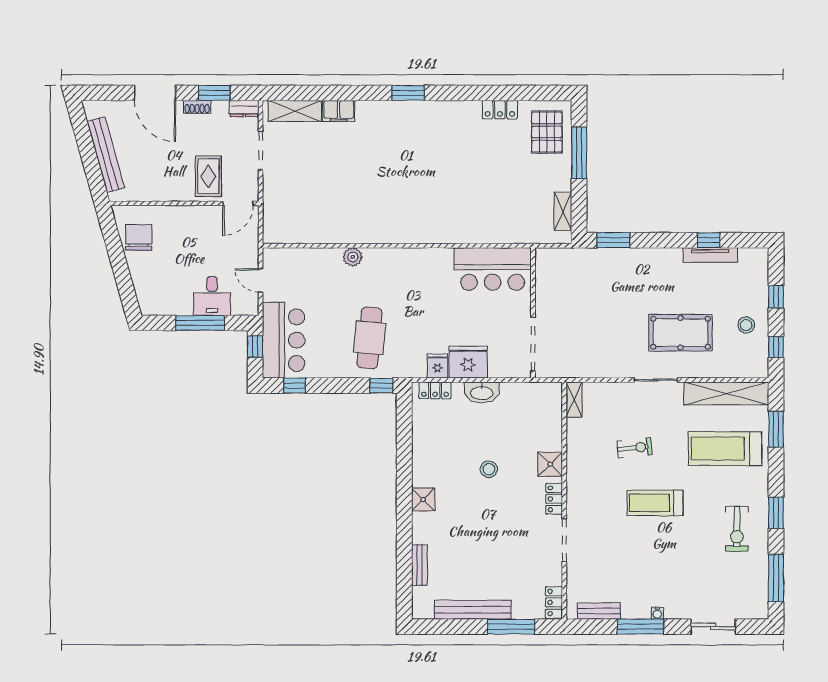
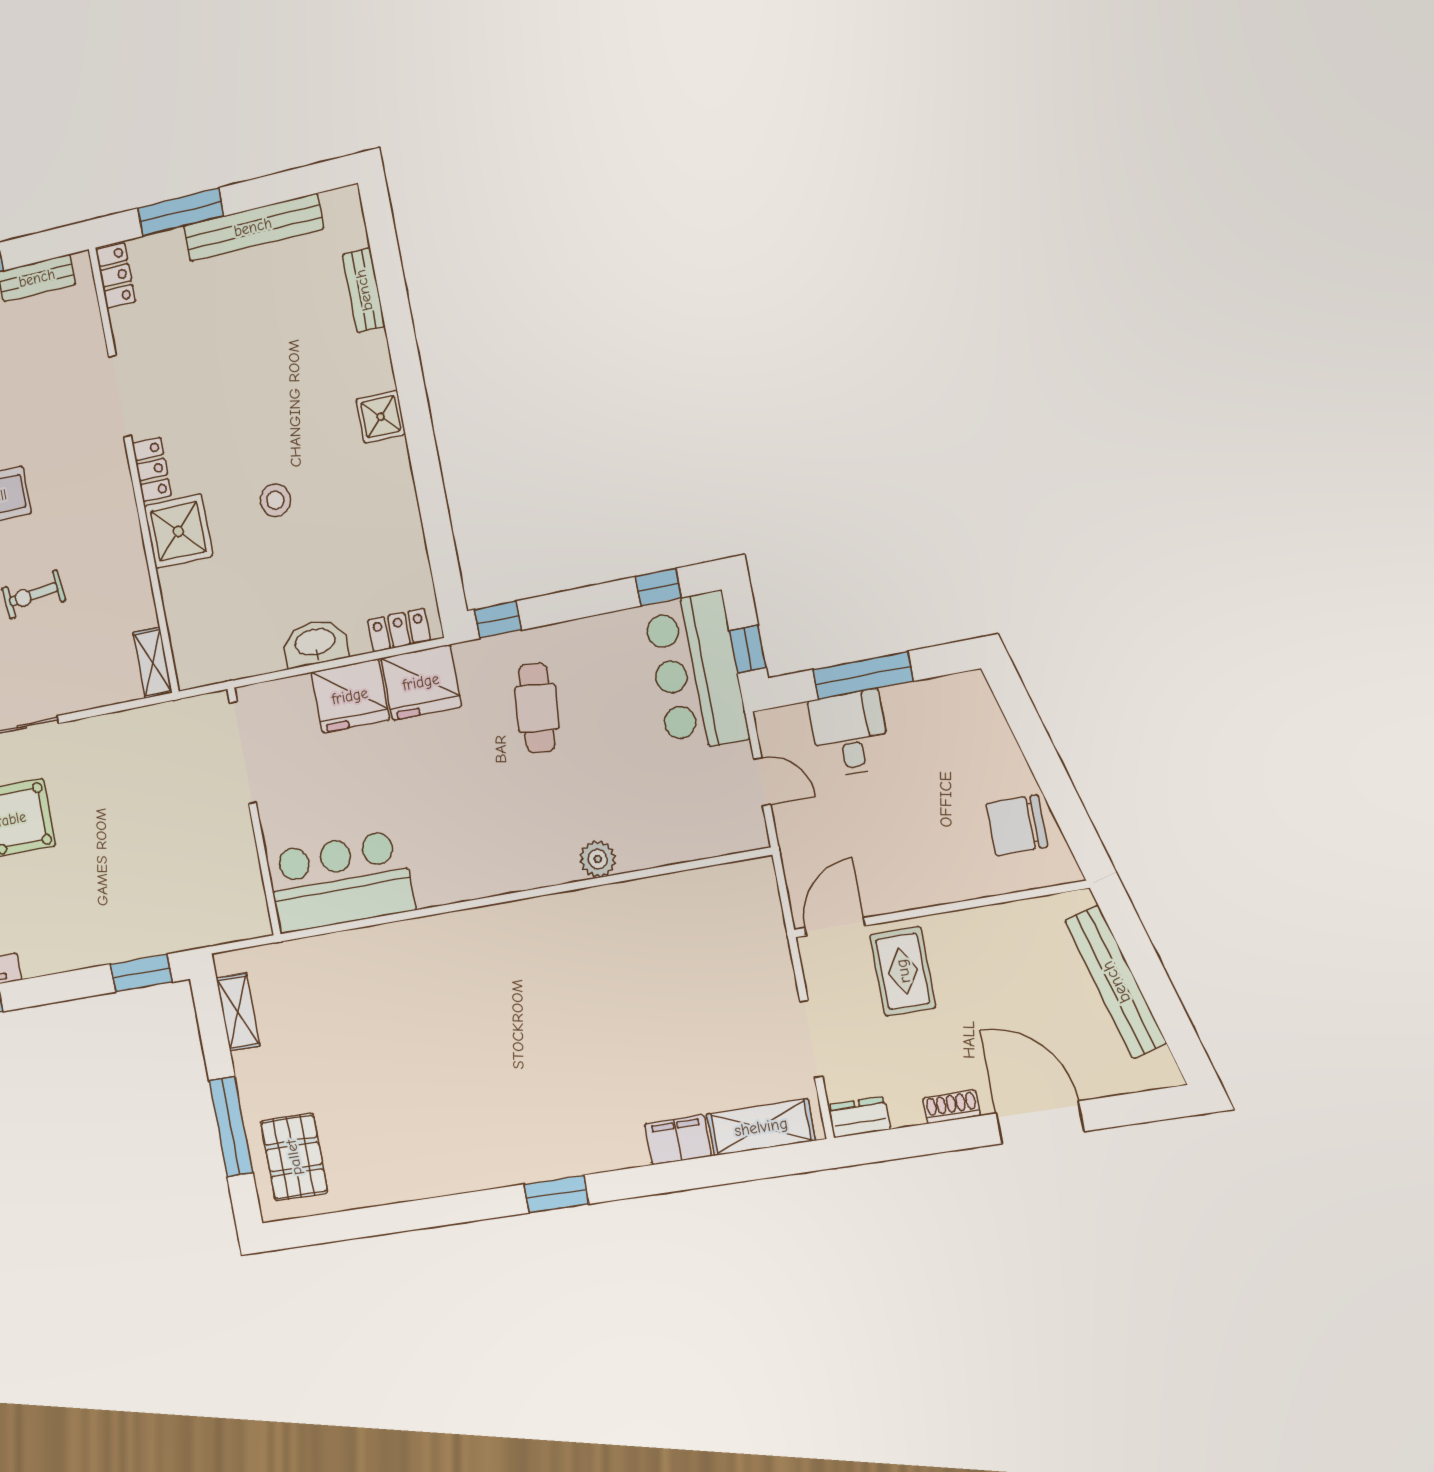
window: (214, 93) -> (923, 1140), removed
locker: (500, 110) -> (385, 1187), removed
chair: (139, 237) -> (1017, 825), turned 90
cafe table: (370, 338) -> (537, 708), width x0.73, depth x0.74
fridge: (437, 366) -> (421, 682), width x1.88, depth x1.34
shower: (550, 464) -> (178, 531), width x1.36, depth x1.36

